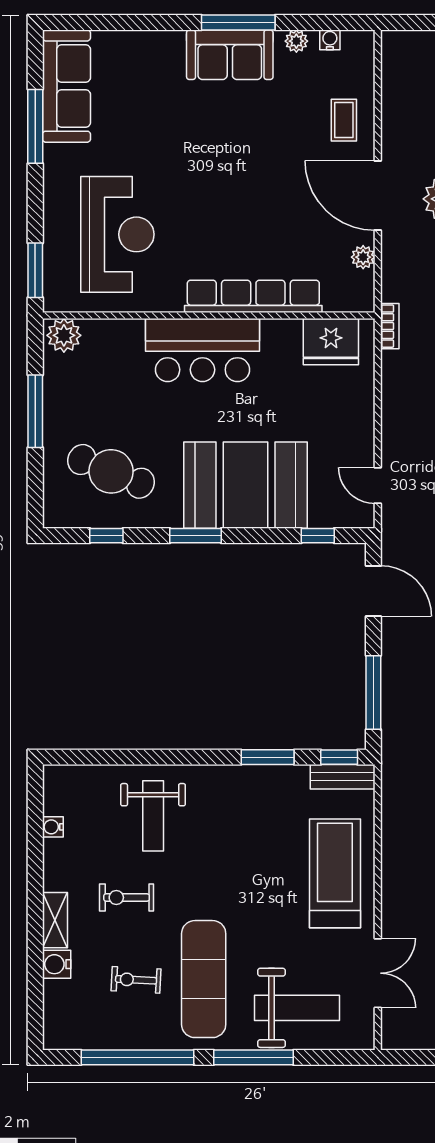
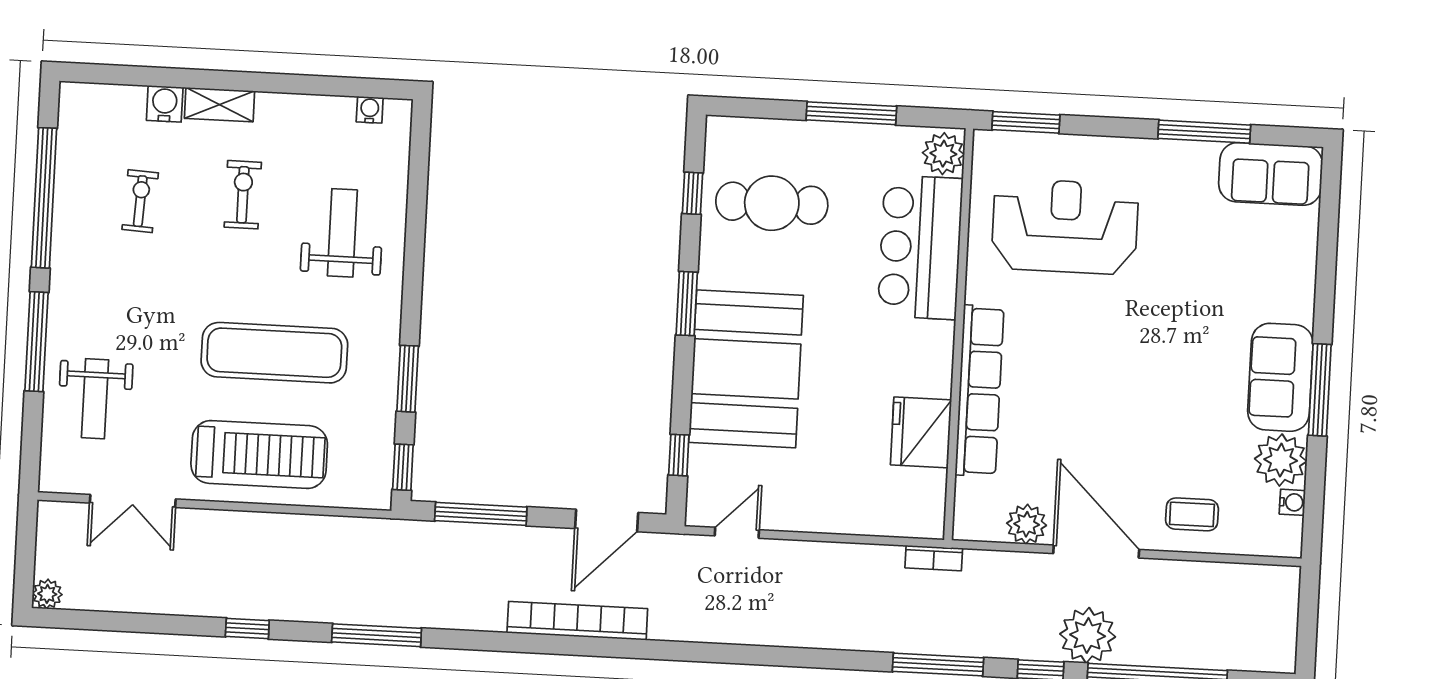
plant: (296, 41) -> (1281, 460), width x1.87, depth x1.87
sofa: (66, 86) -> (1271, 174), width x0.73
door: (378, 196) -> (1096, 552), hinge flipped
reception desk: (117, 234) -> (1065, 226), turned 180
plant: (363, 257) -> (1027, 524), width x1.38, depth x1.38
fridge: (331, 342) -> (921, 432), moved
bar counter: (202, 350) -> (920, 247), moved
cafe table: (111, 471) -> (772, 203), turned 68
bench: (343, 777) -> (378, 470), removed
weight bench: (153, 816) -> (342, 233), turned 90
water cooler: (53, 827) -> (370, 110), moved
exercise mat: (204, 979) -> (274, 353), moved
weight bench: (297, 1008) -> (95, 399), width x0.73, depth x0.75

